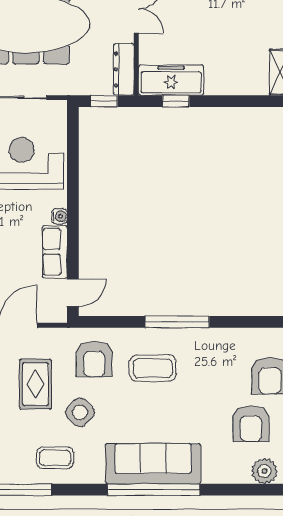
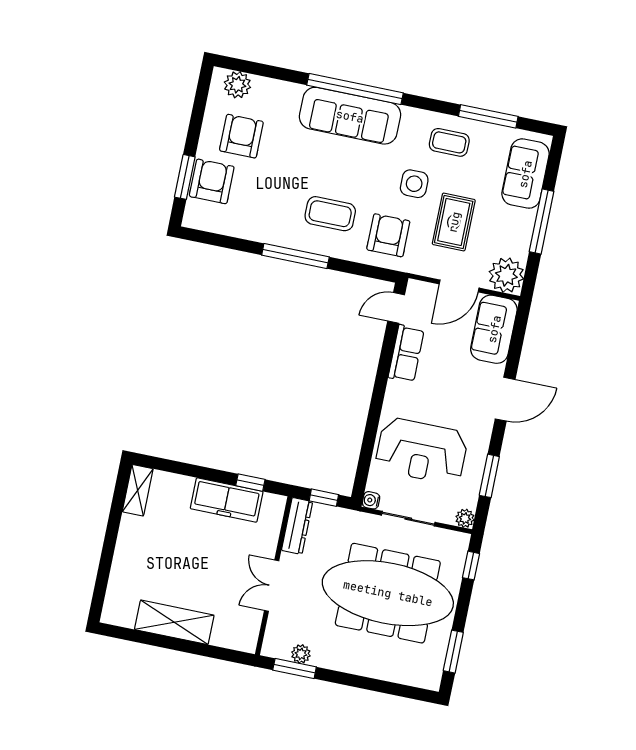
freezer: (171, 80) -> (227, 500), moved
water cooler: (59, 216) -> (371, 500), moved
side table: (80, 412) -> (414, 184), turned 45

